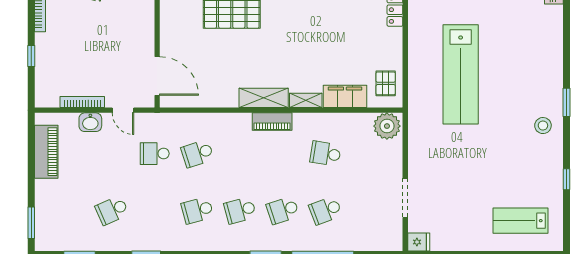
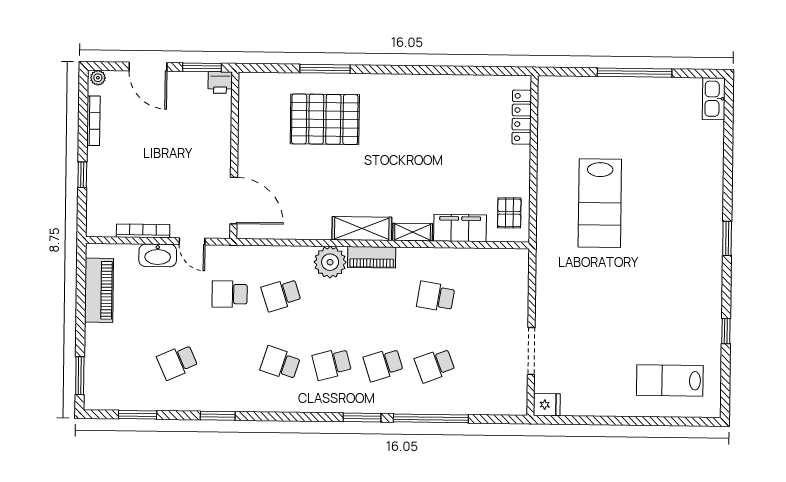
lab bench: (461, 74) -> (600, 203), width x0.73
washbasin: (90, 122) -> (158, 255), width x1.38
plant: (387, 126) -> (330, 262), moved
stool: (543, 126) -> (698, 266), removed
school desk: (197, 210) -> (280, 363), turned 33

